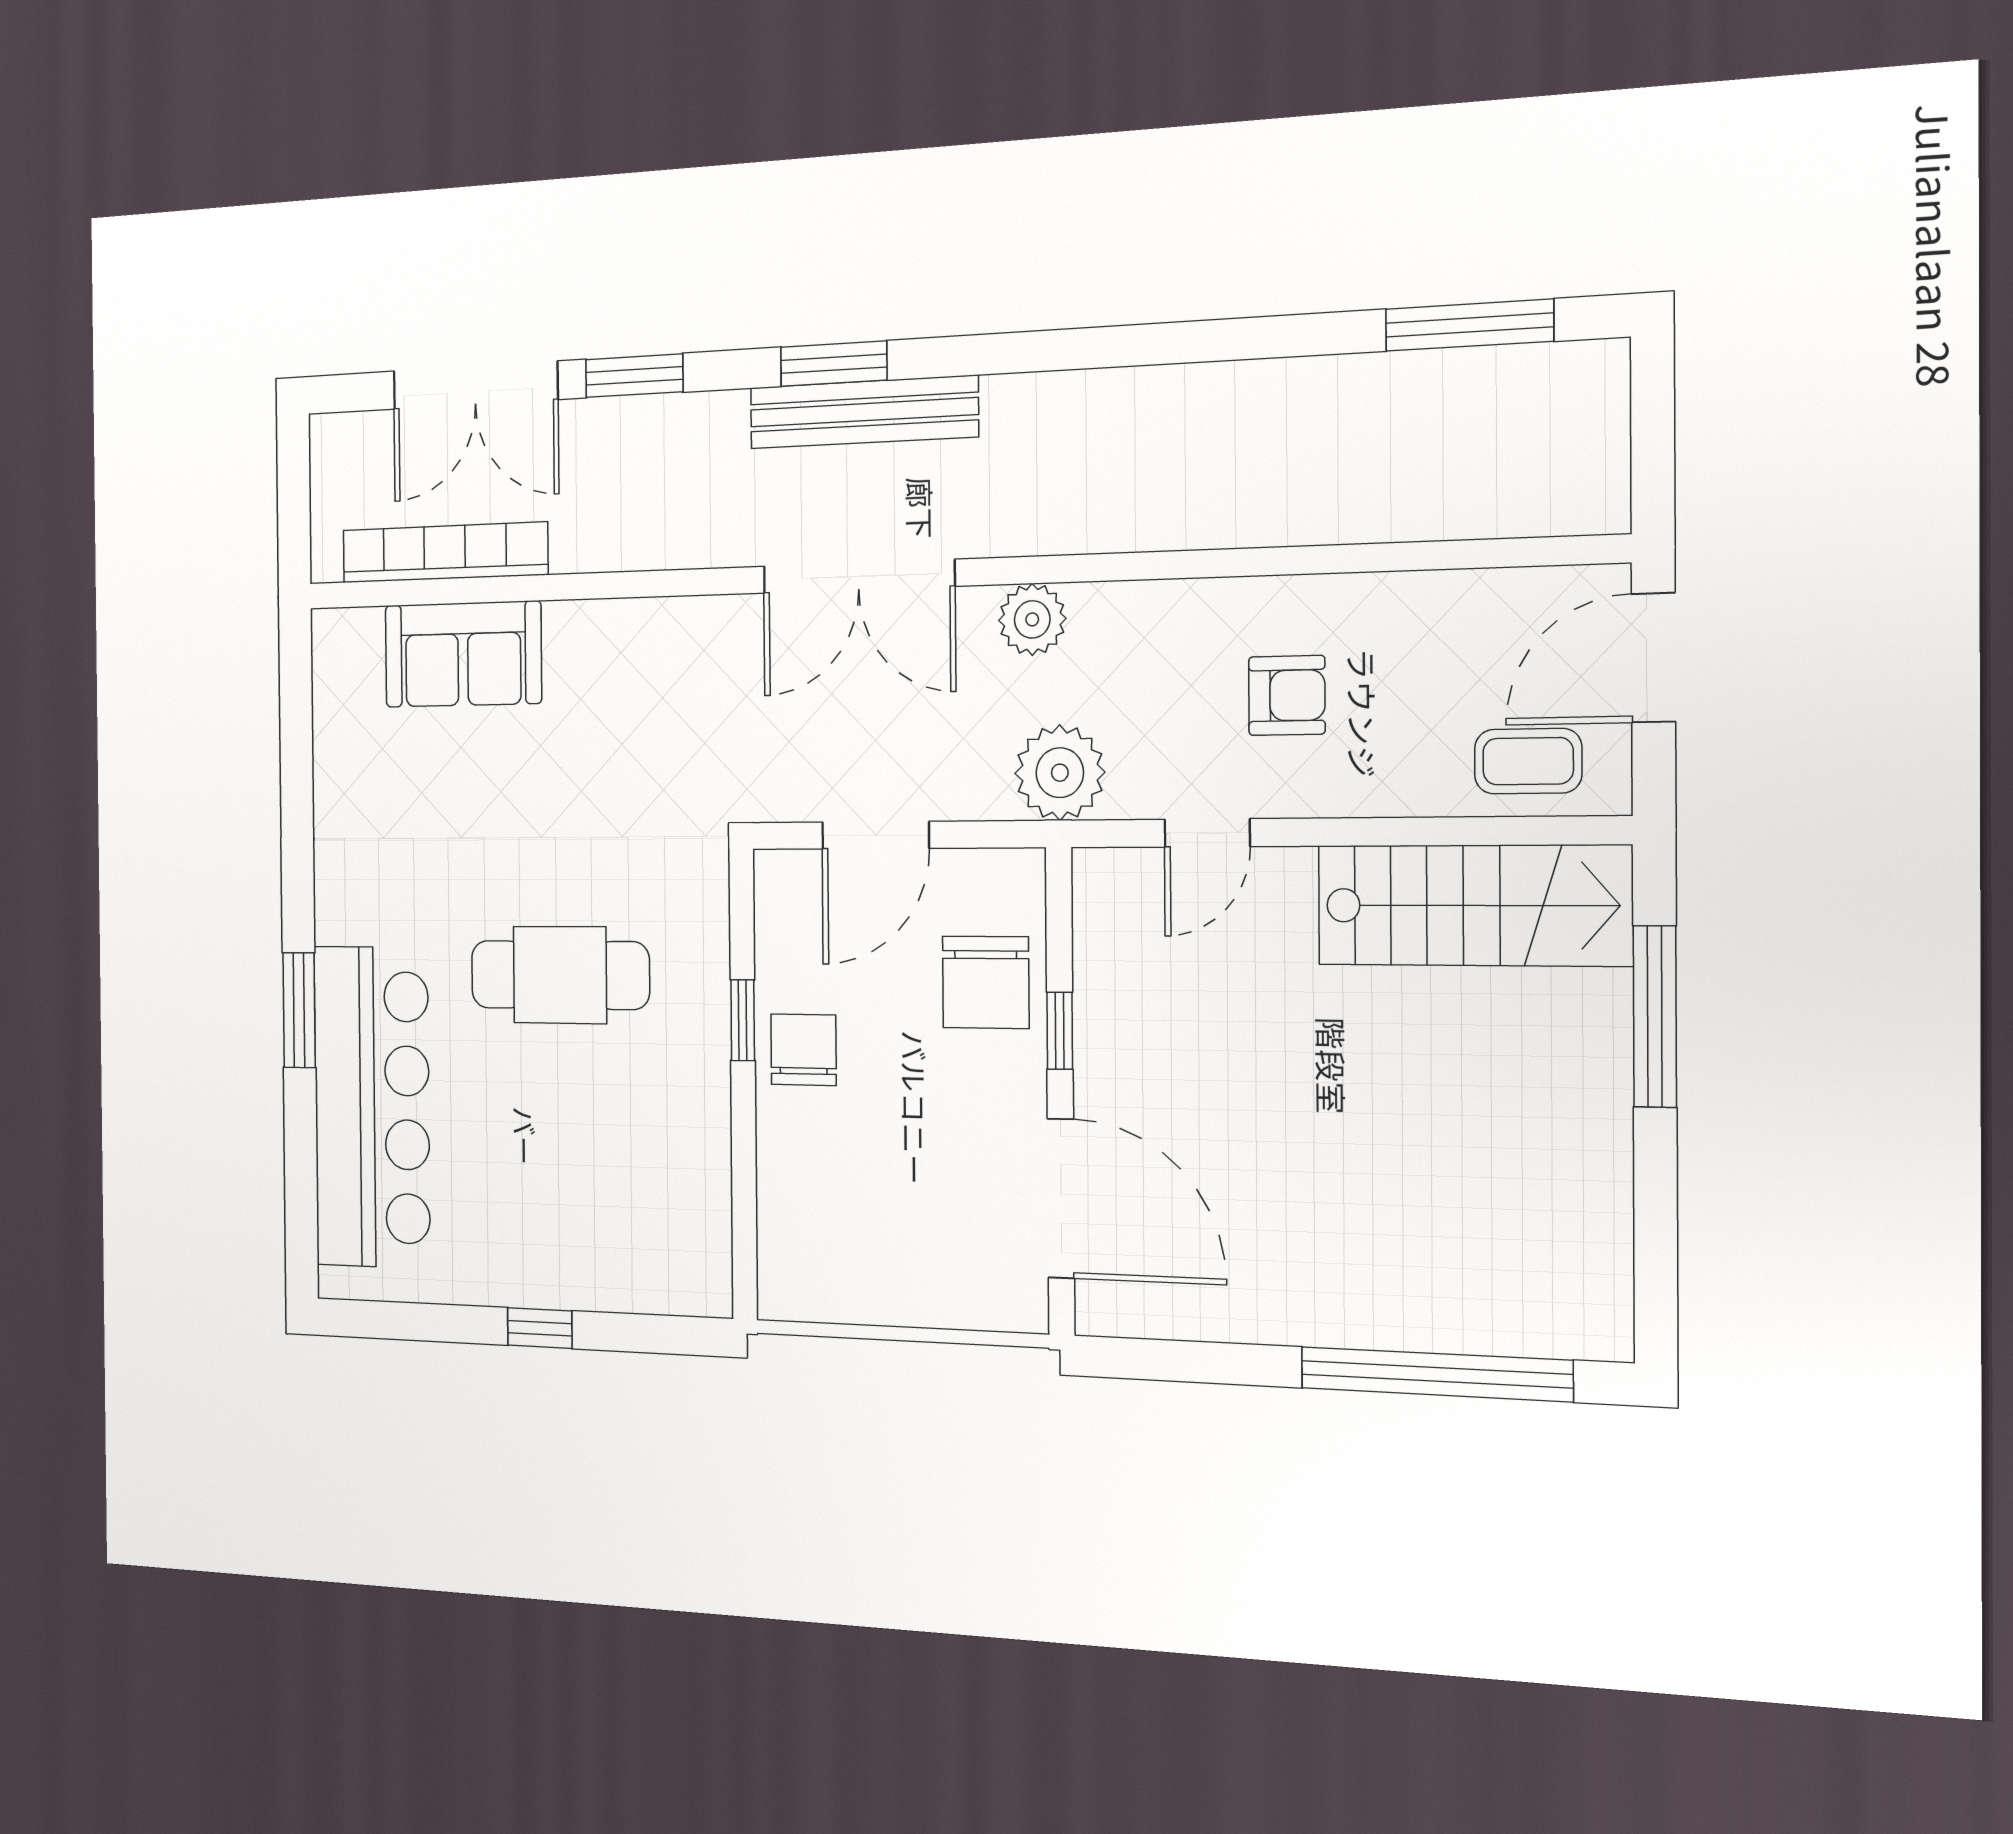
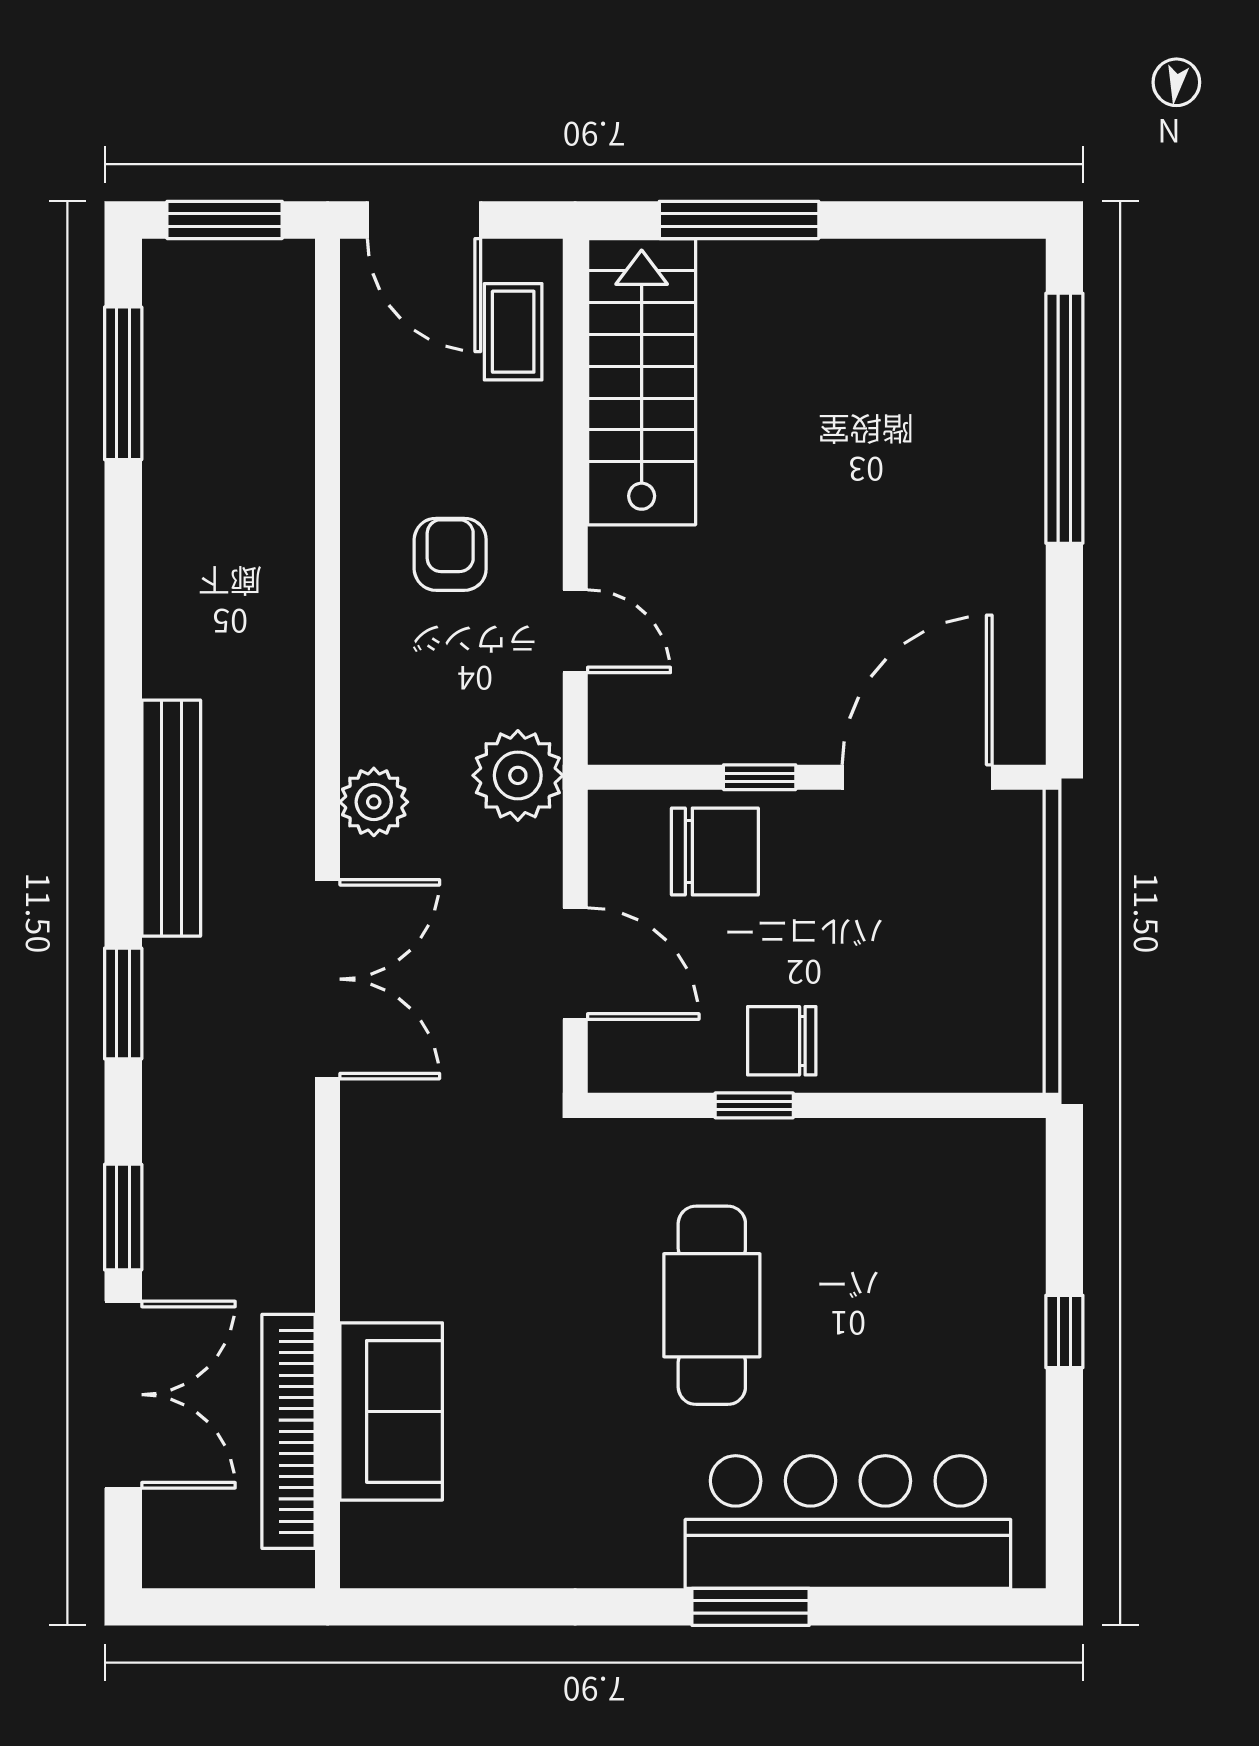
bench: (863, 412) -> (171, 818), moved
window: (1653, 430) -> (225, 220), added

